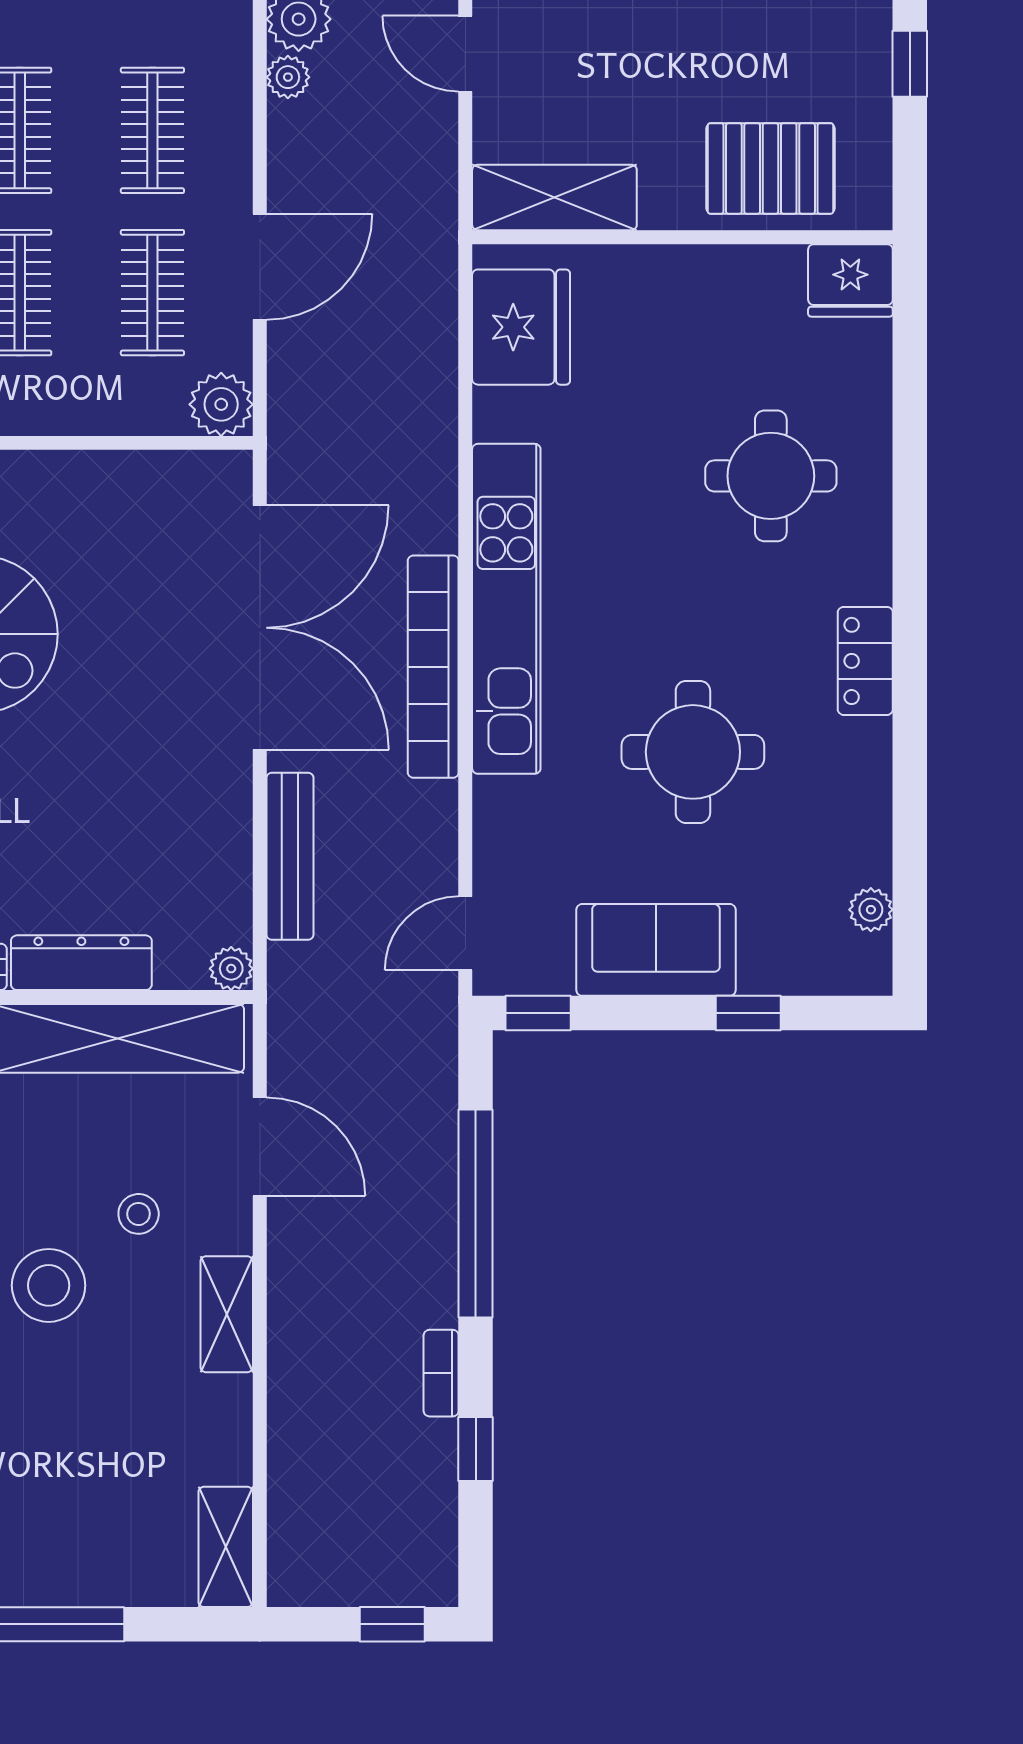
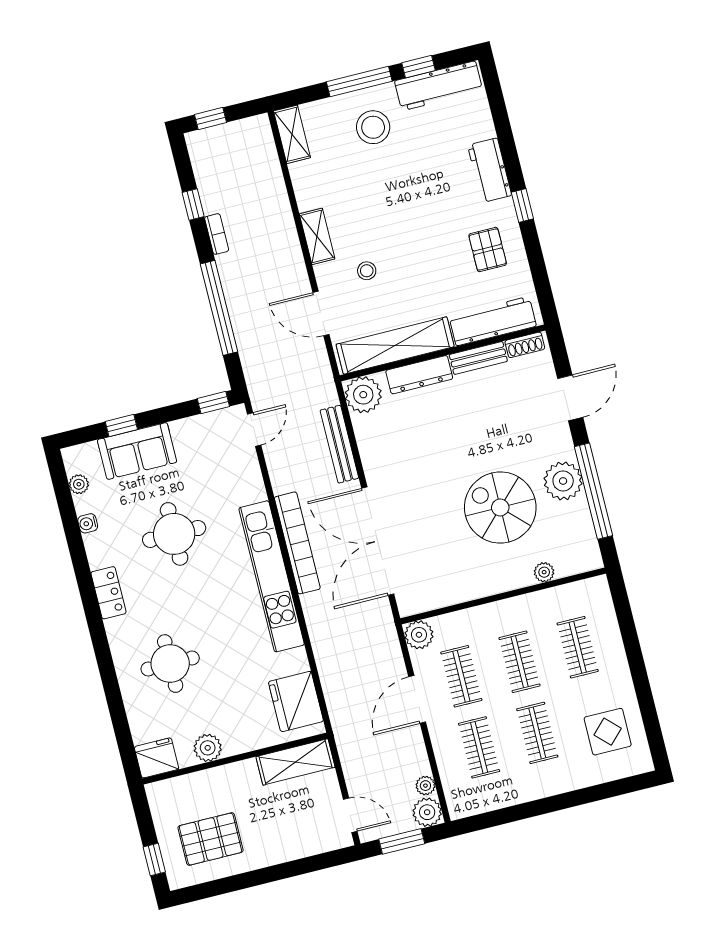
pallet: (770, 168) -> (211, 839), moved
plant: (735, 275) -> (208, 748), added
water cooler: (873, 821) -> (88, 523), added
sofa: (656, 950) -> (137, 451), moved
plant: (231, 969) -> (363, 395), width x1.88, depth x1.88
stool: (49, 1285) -> (373, 127), moved

